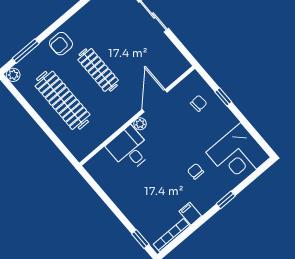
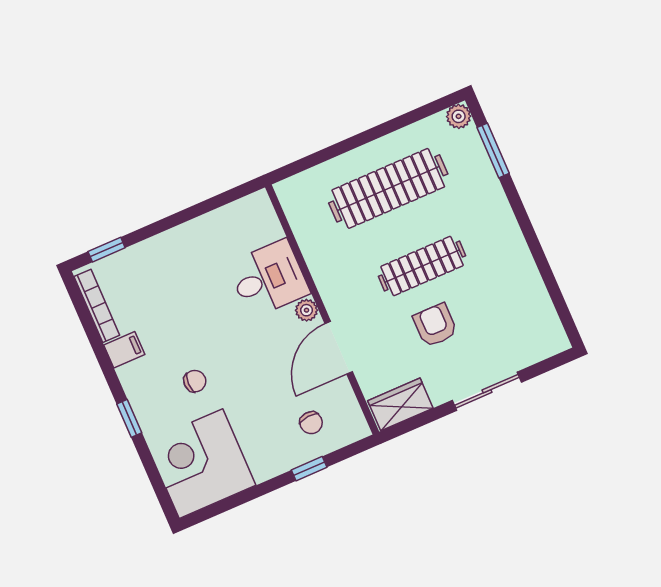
armchair: (61, 44) -> (435, 325), moved
wardrobe: (175, 59) -> (400, 404), added
door: (155, 101) -> (339, 348), swing flipped

